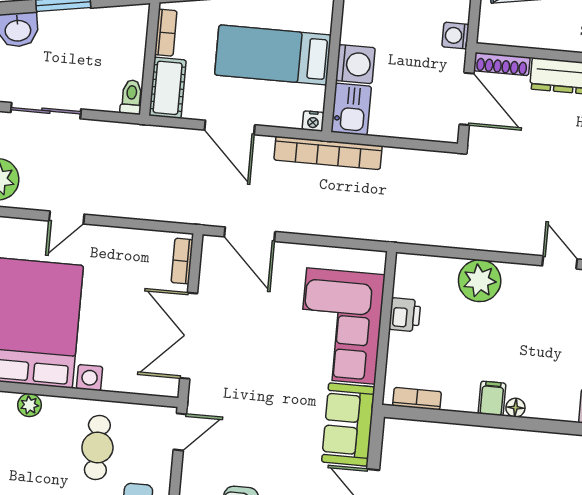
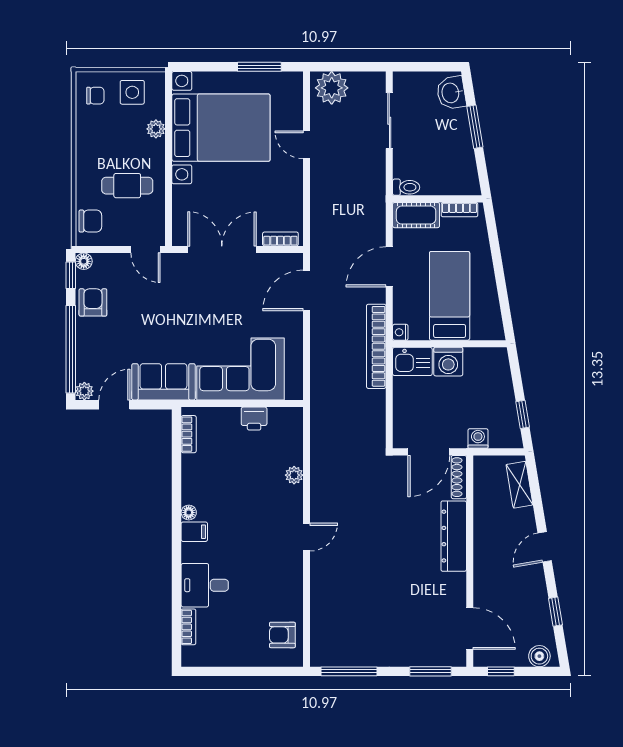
plant: (480, 281) -> (294, 475), width x0.53, depth x0.53
filing cabinet: (492, 398) -> (194, 532), moved

